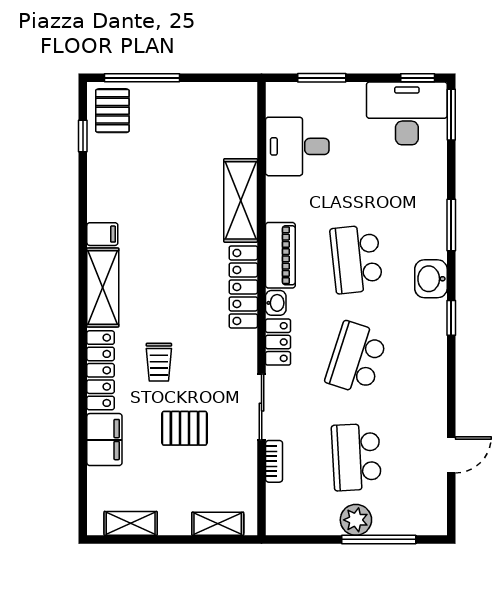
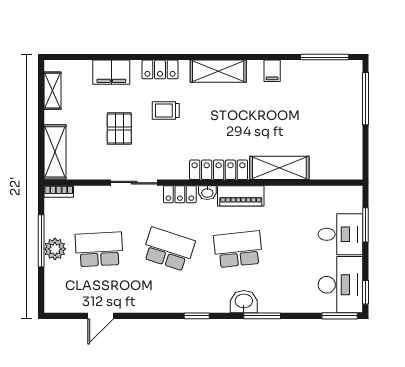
pallet: (112, 111) -> (342, 78), removed
window: (83, 136) -> (325, 57), width x2.17
desk: (297, 146) -> (340, 234), moved, turned 90
filing cabinet: (102, 234) -> (272, 71), moved
washbasin: (431, 279) -> (244, 302), moved
locker: (101, 370) -> (160, 69), width x0.66
door: (451, 455) -> (101, 316), hinge flipped
bookcase: (274, 461) -> (59, 191), moved
shelving: (218, 524) -> (55, 152), width x1.50, depth x1.33
window: (379, 539) -> (41, 241), moved

